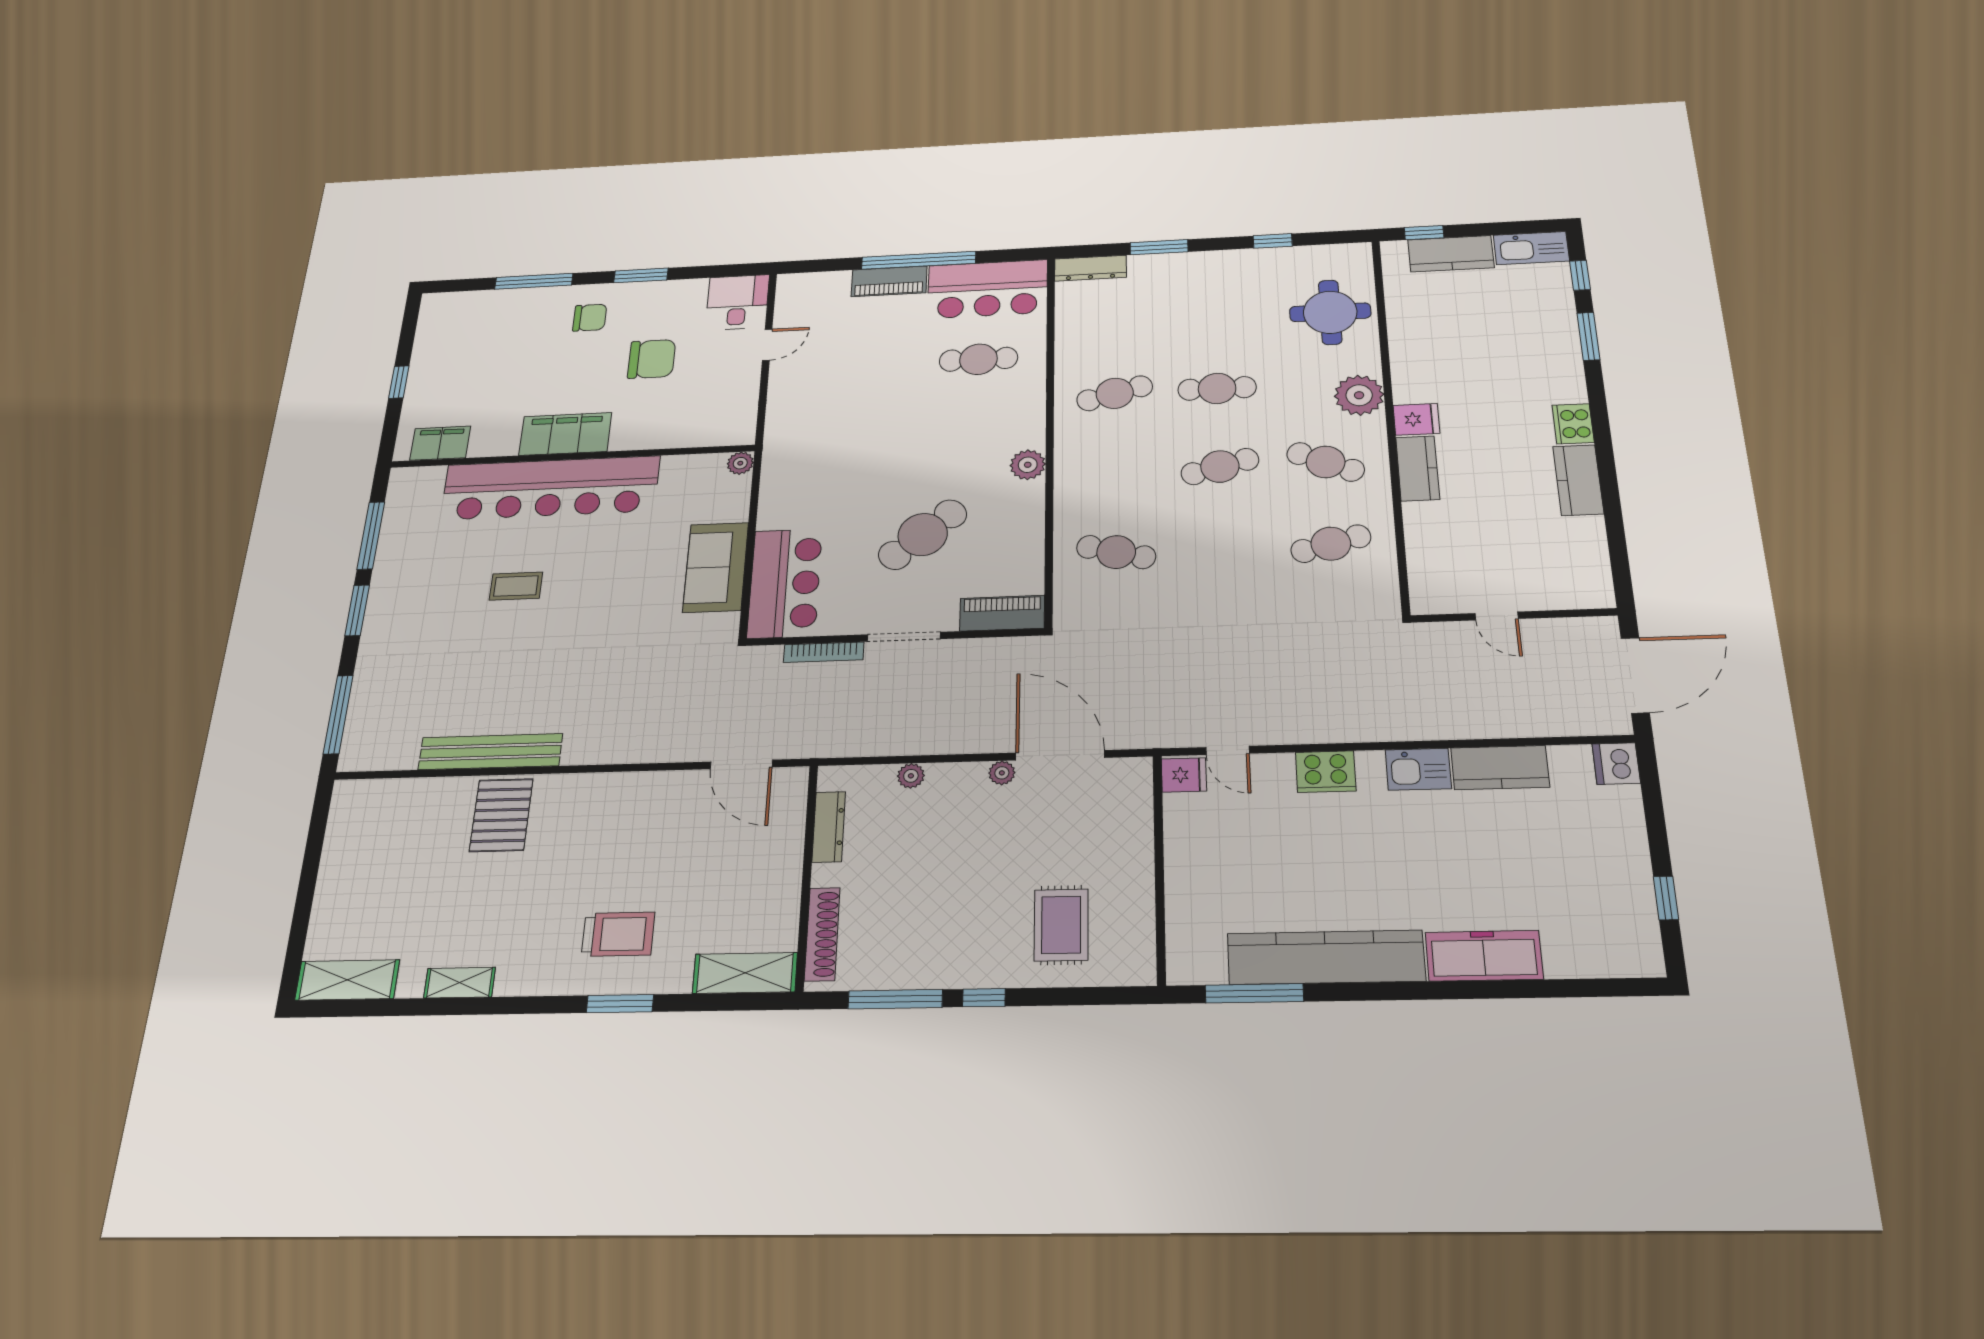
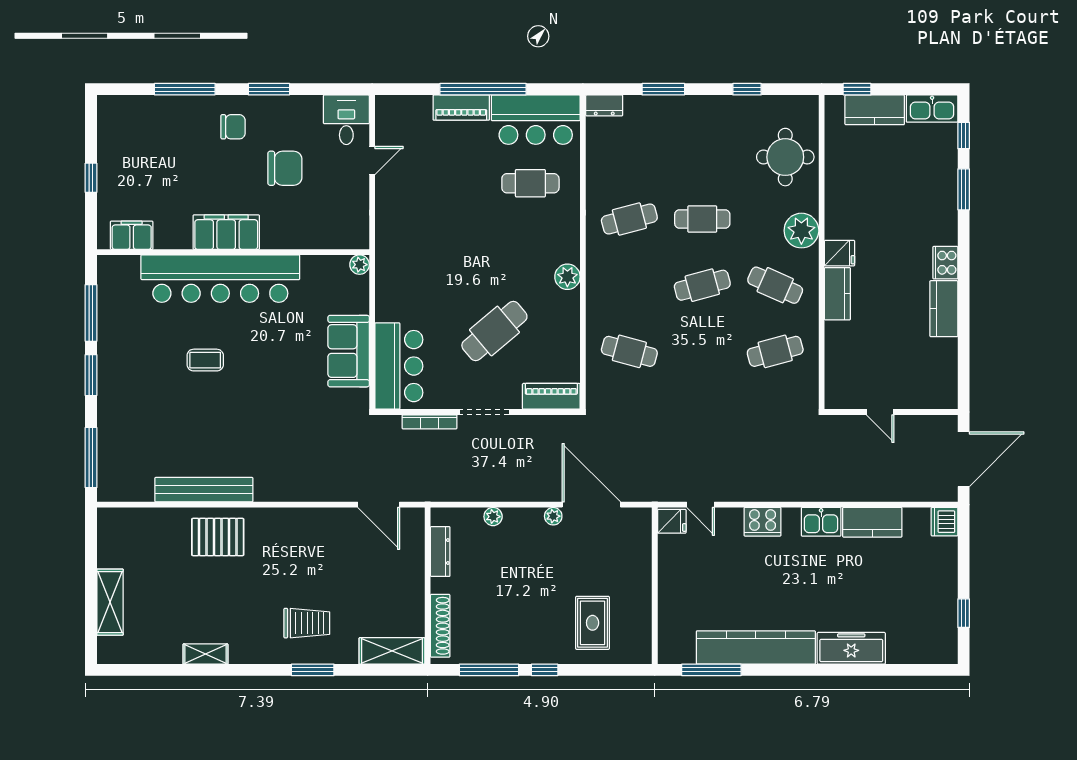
dresser: (1090, 268) -> (604, 105), width x0.70
pallet: (501, 815) -> (218, 537), turned 90
shelving: (347, 980) -> (110, 602), moved, turned 90

